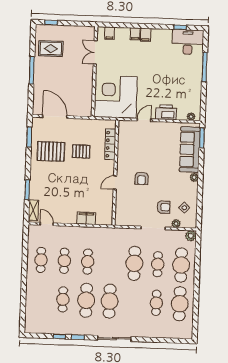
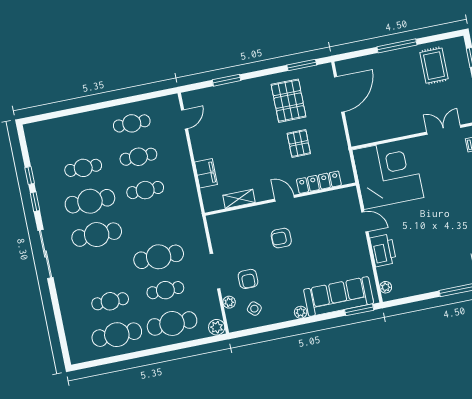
door: (115, 183) -> (285, 198), moved
shelving: (33, 210) -> (239, 199), moved

